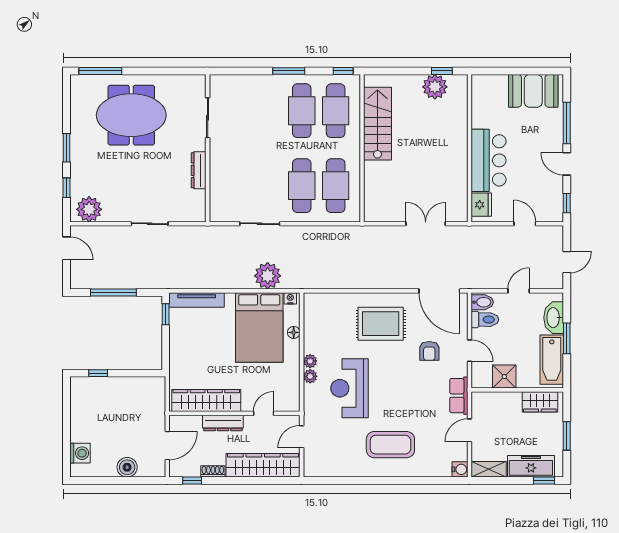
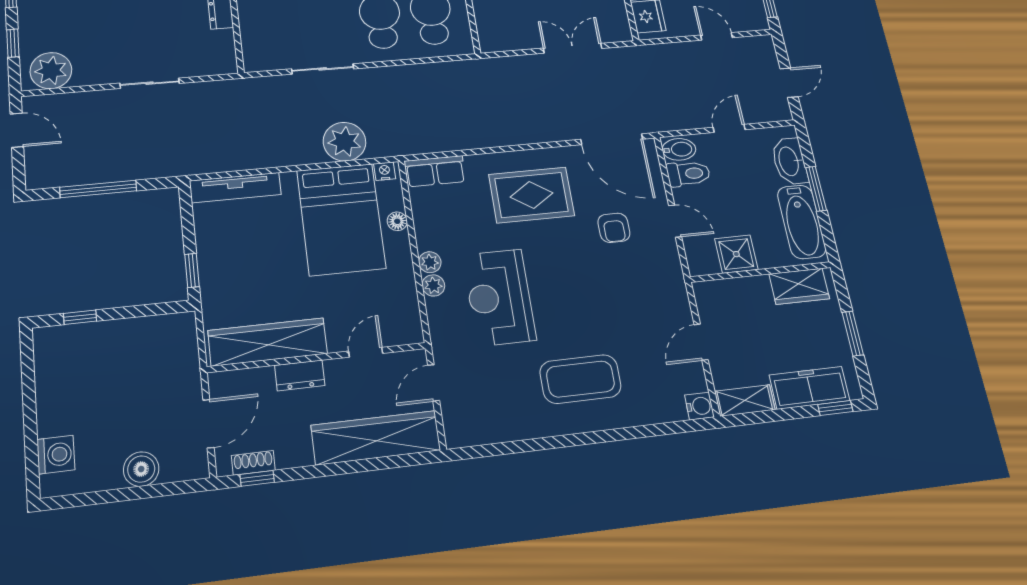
window: (166, 314) -> (192, 270), moved
row of seats: (459, 396) -> (435, 171), moved, turned -90
dresser: (223, 423) -> (300, 375), width x0.70
shoe rack: (213, 471) -> (253, 463), moved

